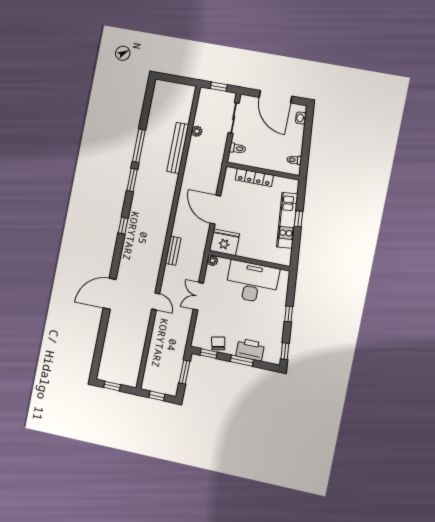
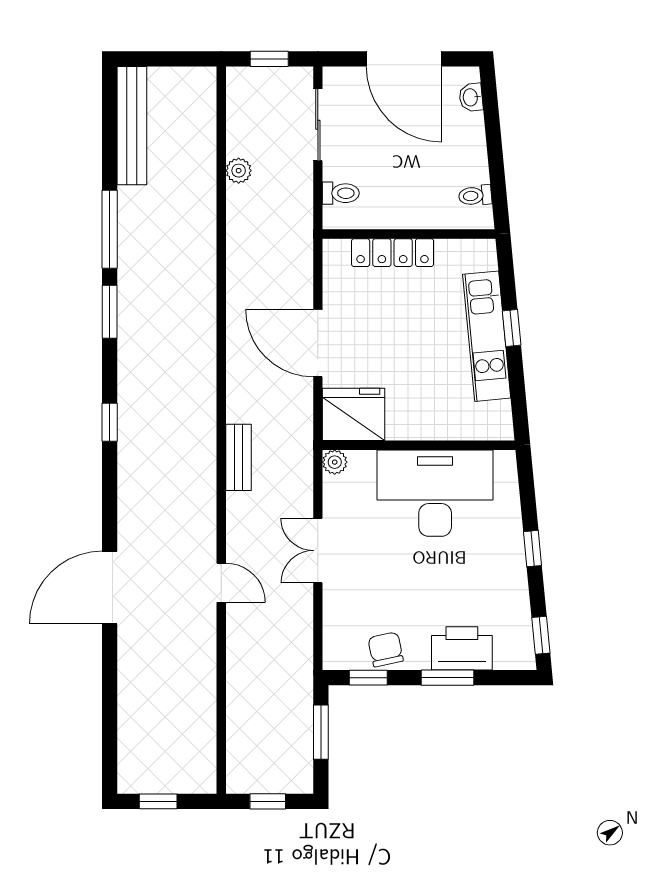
bench: (178, 148) -> (132, 126), moved

